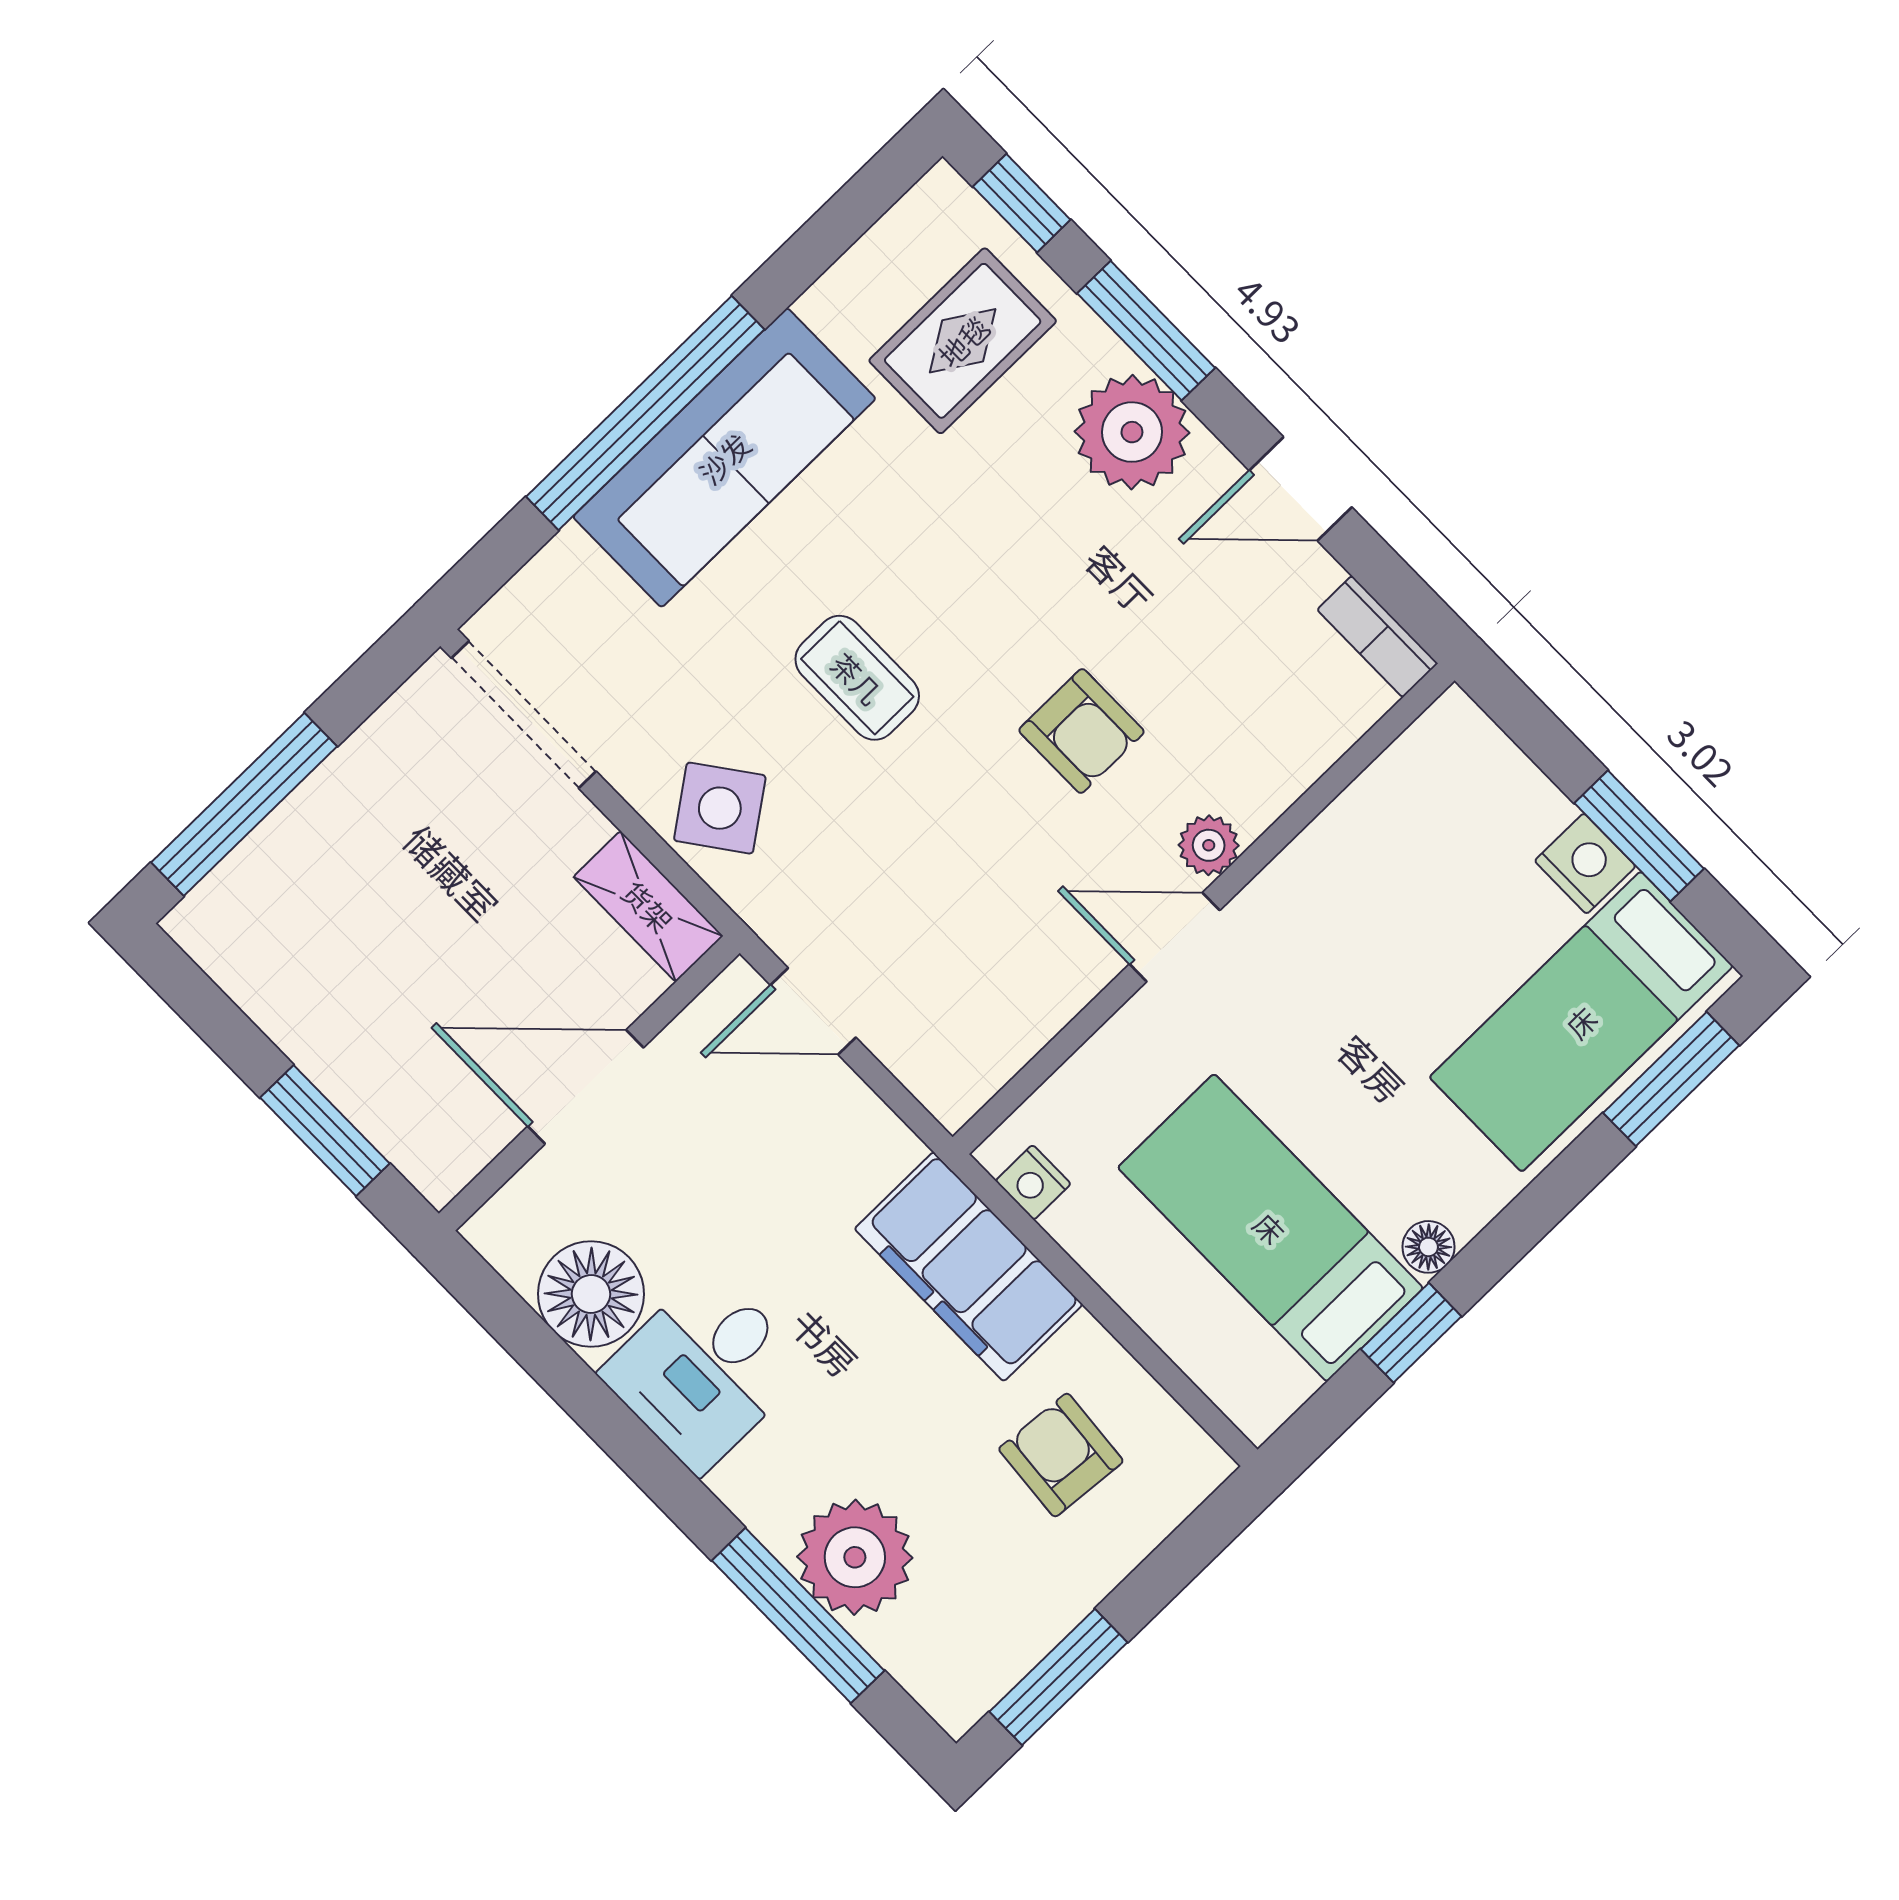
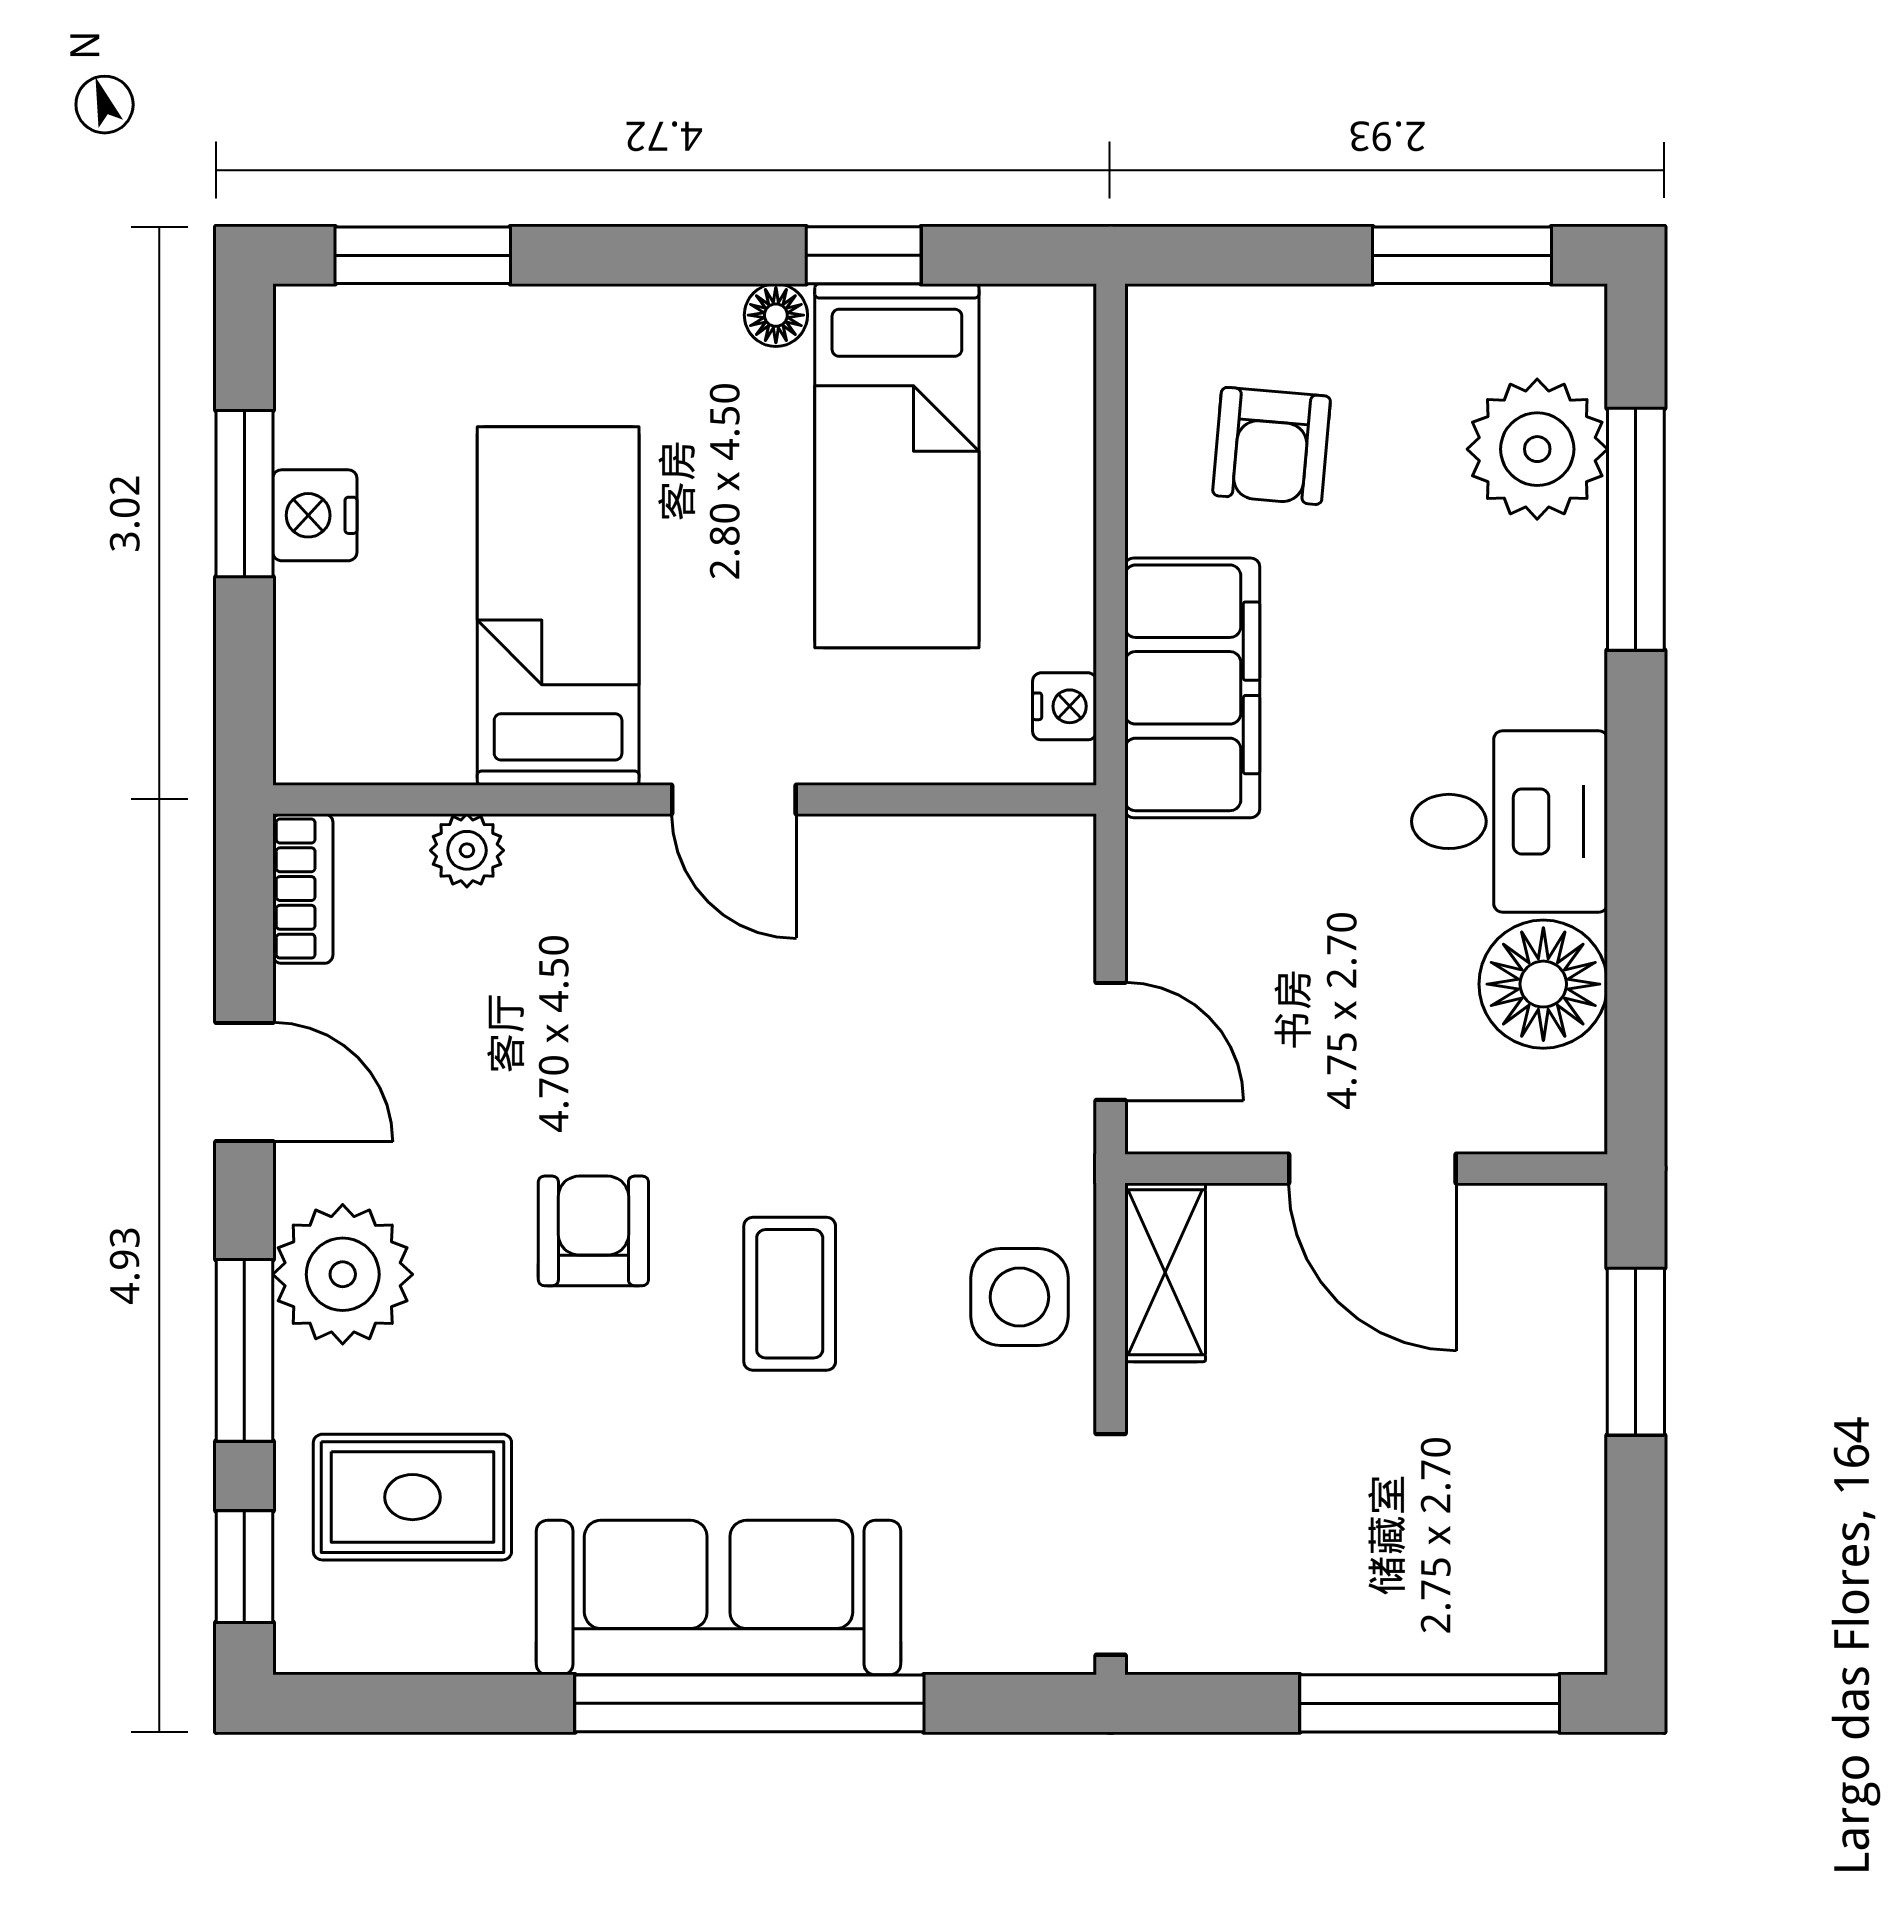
armchair: (1081, 731) -> (593, 1231), moved
side table: (720, 808) -> (1019, 1297), turned 36
plant: (1209, 845) -> (467, 850), moved
bed: (1581, 1022) -> (558, 606), moved, turned -90
plant: (855, 1557) -> (1537, 449), moved

